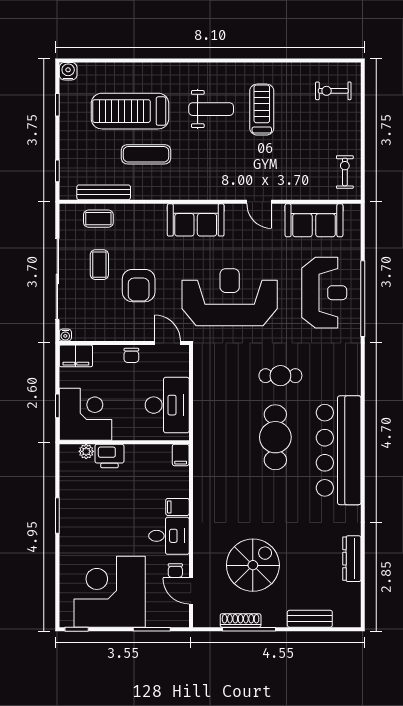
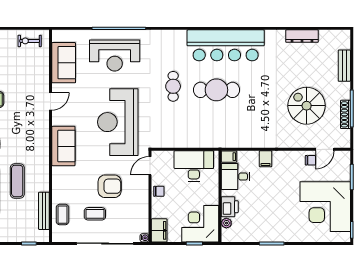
reception desk: (324, 293) -> (115, 55), turned 180
desk: (169, 536) -> (235, 177), moved, turned -90

